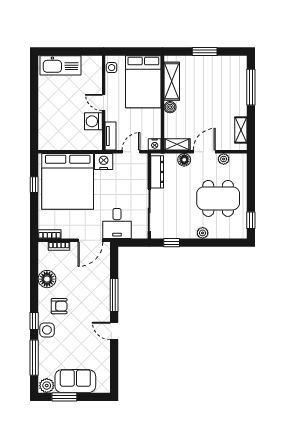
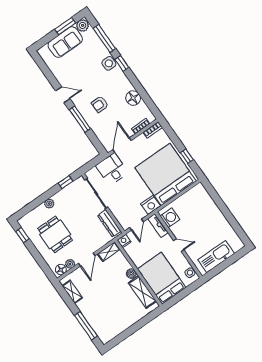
window: (205, 52) -> (134, 328), removed
kitchen sink: (61, 65) -> (216, 257), moved
washing machine: (93, 121) -> (170, 218), moved
floor lamp: (184, 160) -> (61, 270), moved
dining table: (218, 198) -> (55, 234), width x0.73
armchair: (59, 306) -> (100, 104), moved

